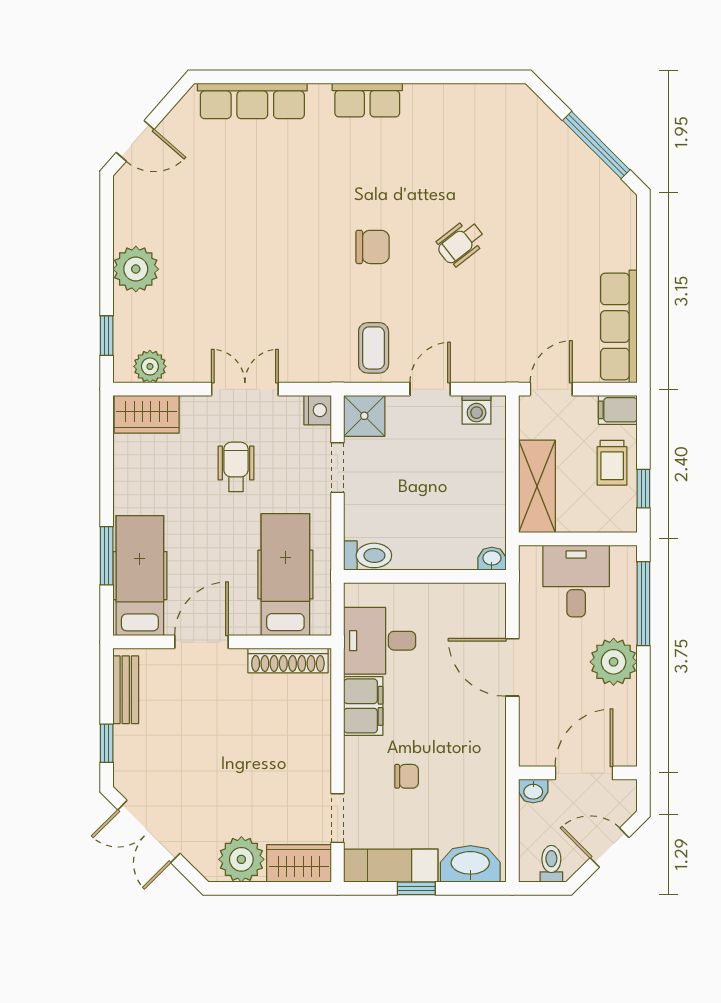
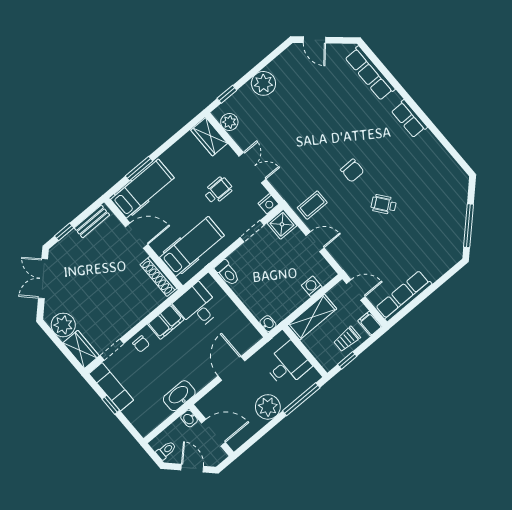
washing machine: (477, 410) -> (312, 286), moved, turned 90
chair: (407, 776) -> (141, 344), moved
washbasin: (470, 864) -> (179, 396), moved, turned -90

